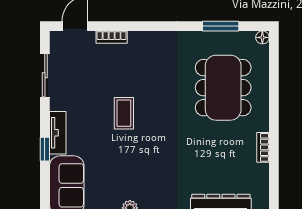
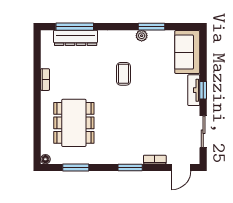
window: (146, 26) -> (130, 168), added
coffee table: (124, 113) -> (123, 74), moved
window: (45, 149) -> (203, 90), moved

